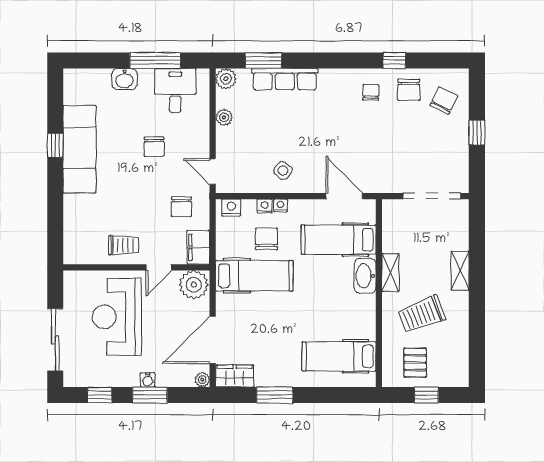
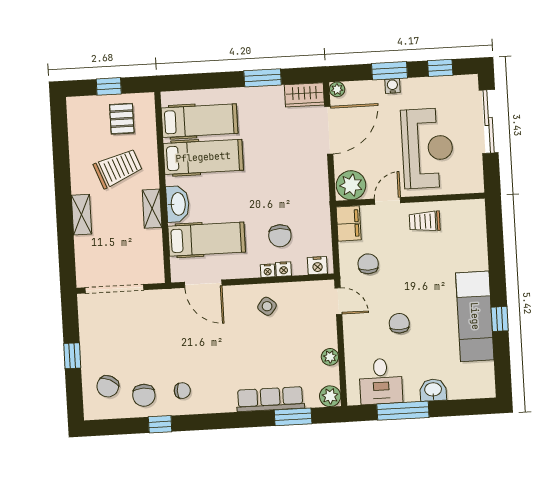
chair: (409, 90) -> (144, 395), turned 180
chair: (371, 92) -> (182, 391), turned -90
hospital bed: (254, 276) -> (203, 157), moved, turned 180

